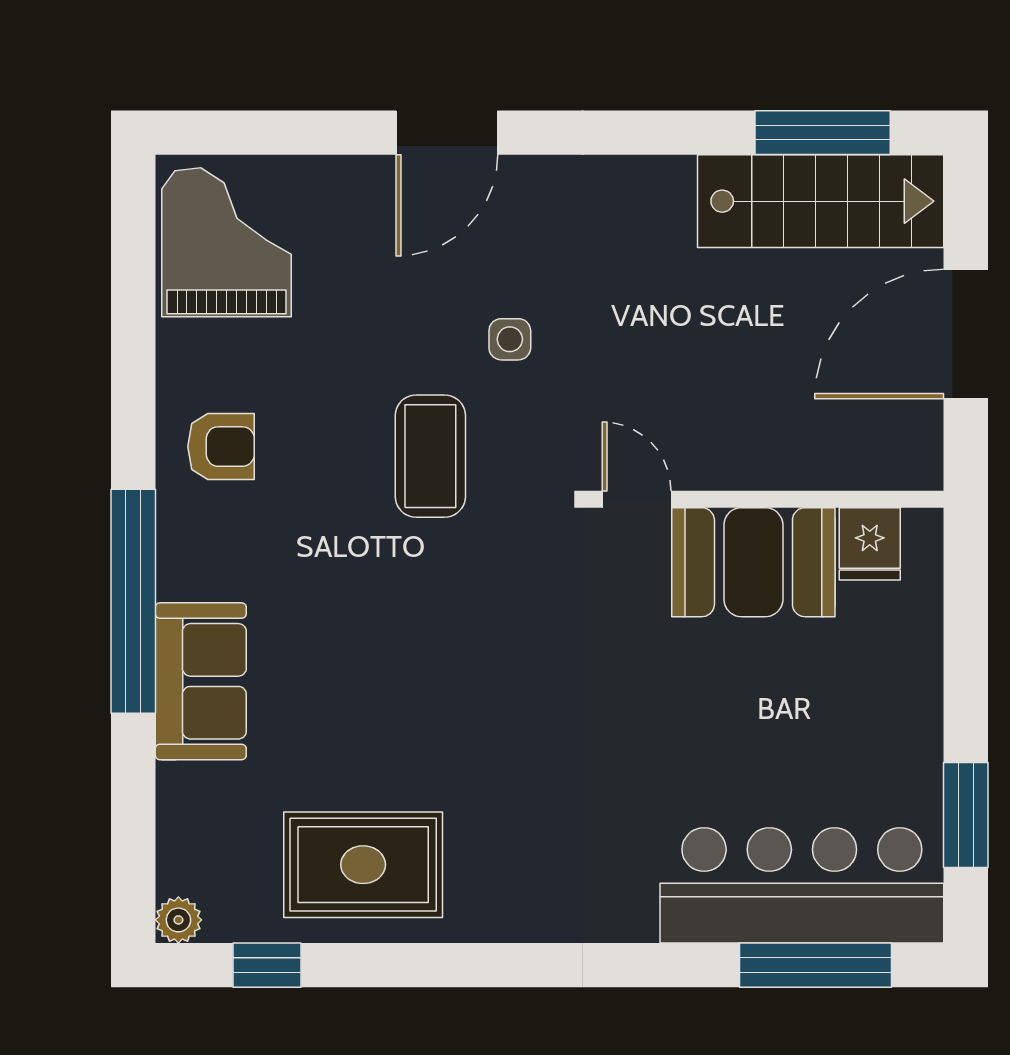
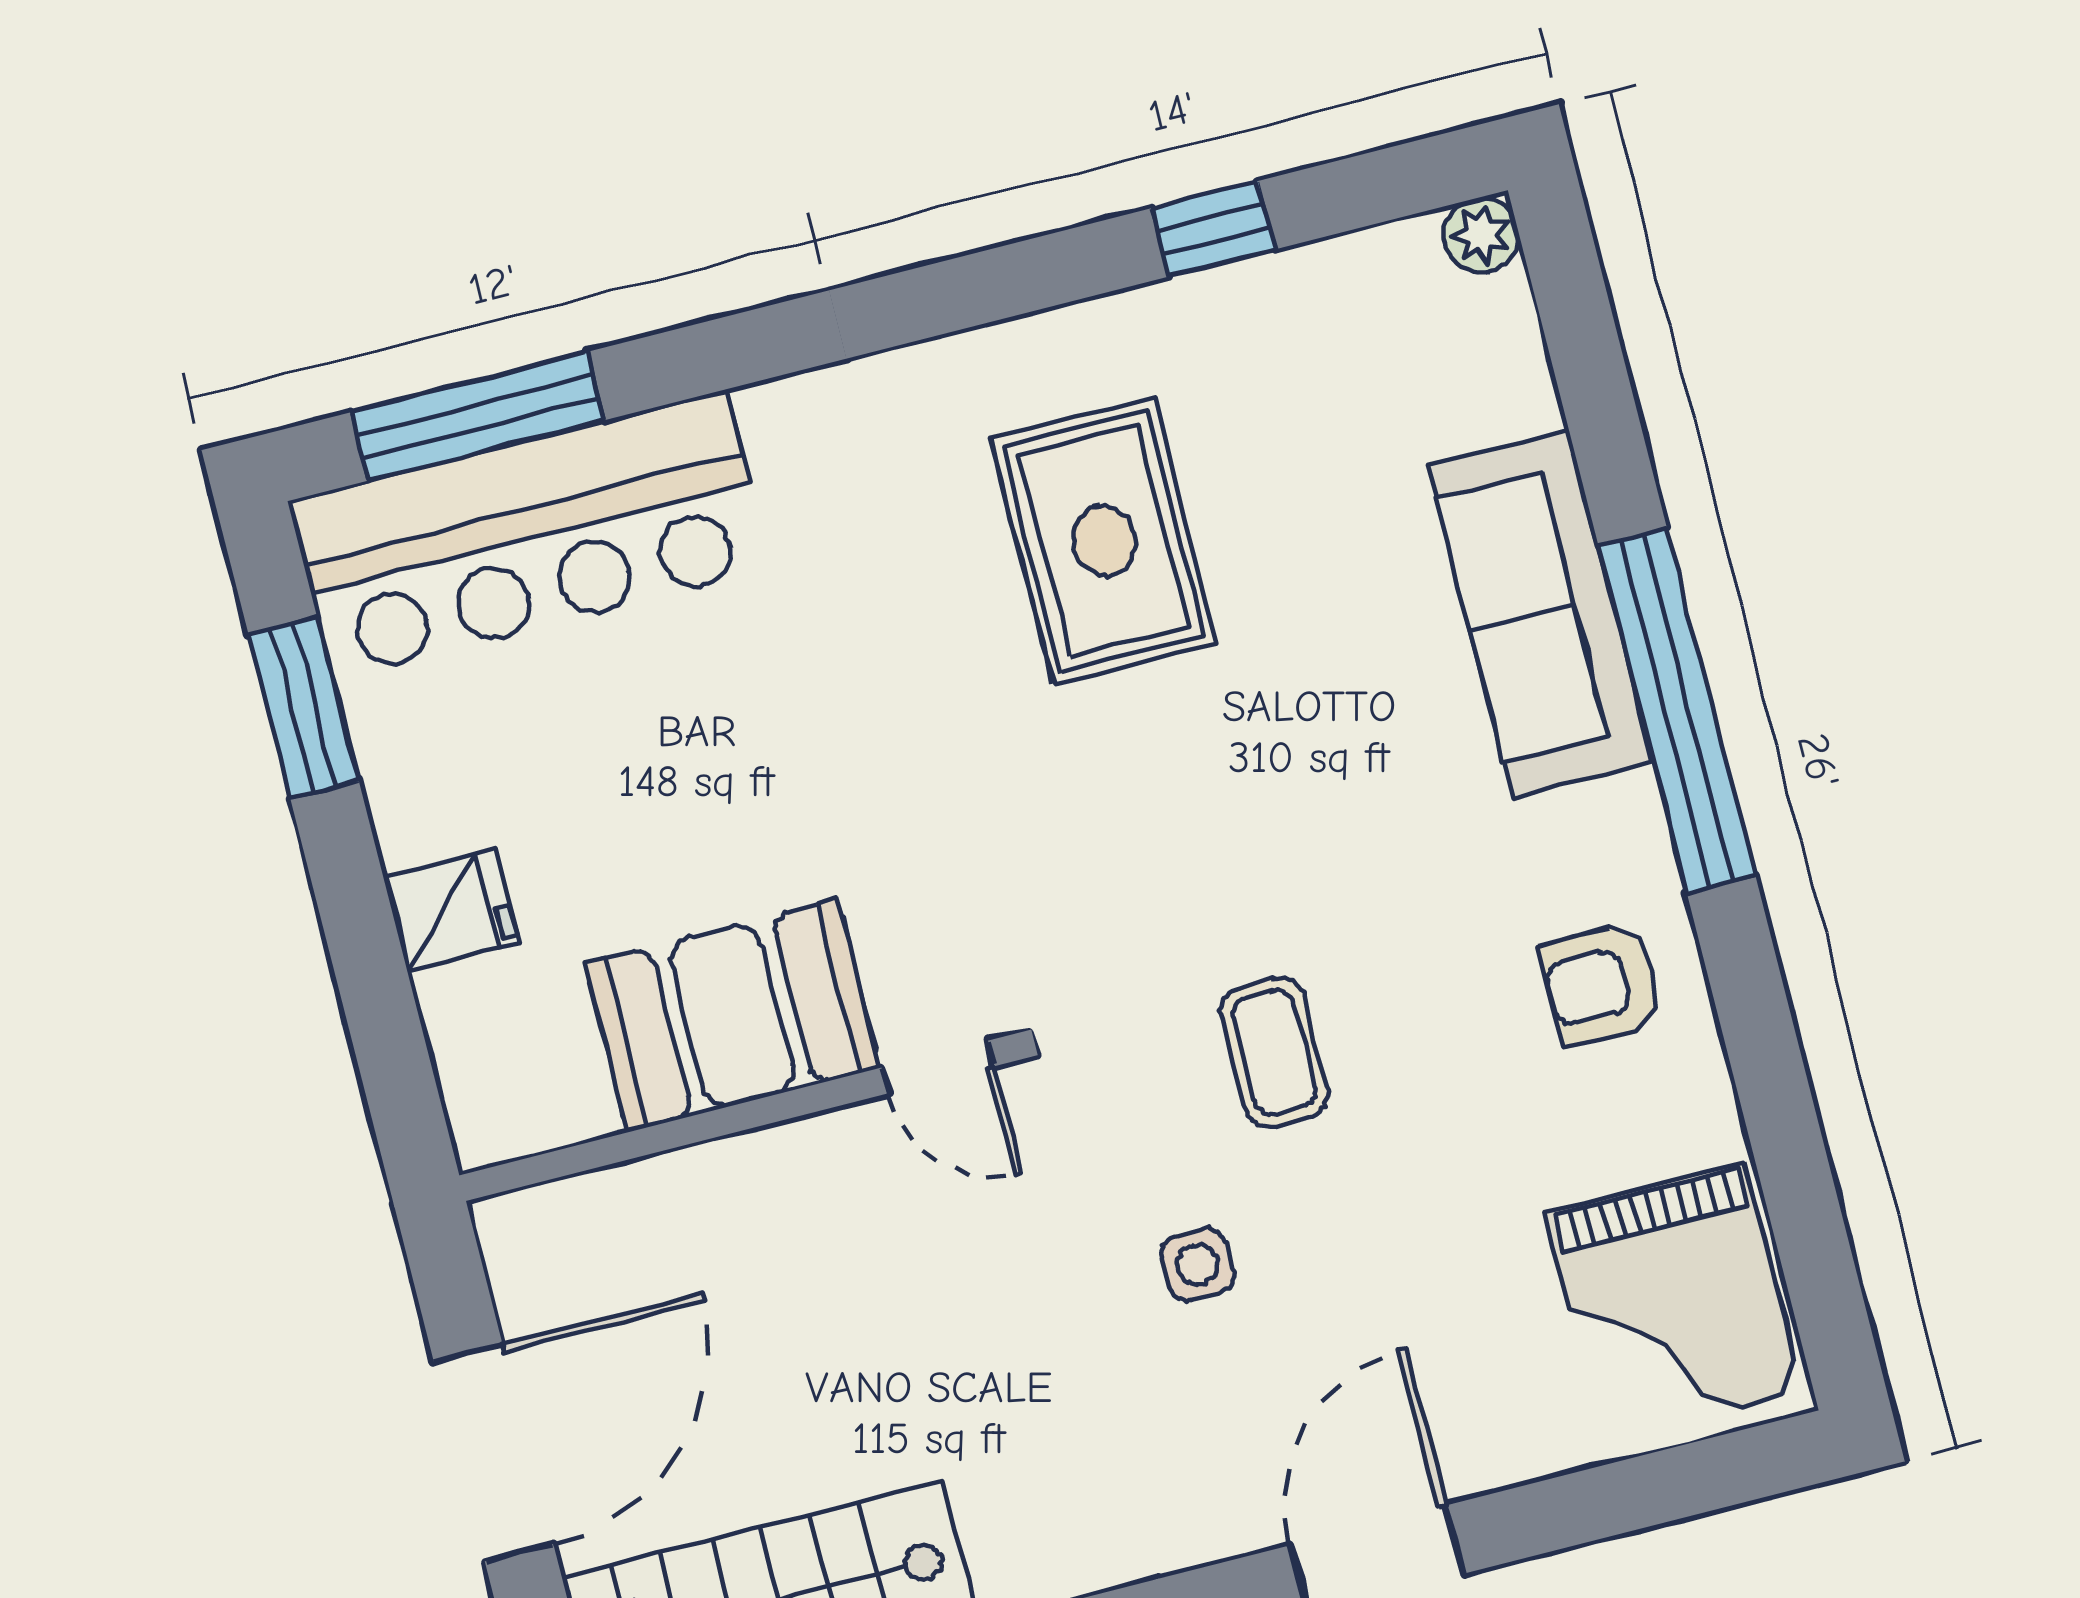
coffee table: (430, 456) -> (1274, 1052), width x0.73, depth x0.77
fridge: (870, 544) -> (451, 910), moved, turned 90
sofa: (201, 681) -> (1541, 613), width x1.36
rug: (363, 865) -> (1104, 541), moved, turned 90
window: (267, 965) -> (1213, 229), moved

